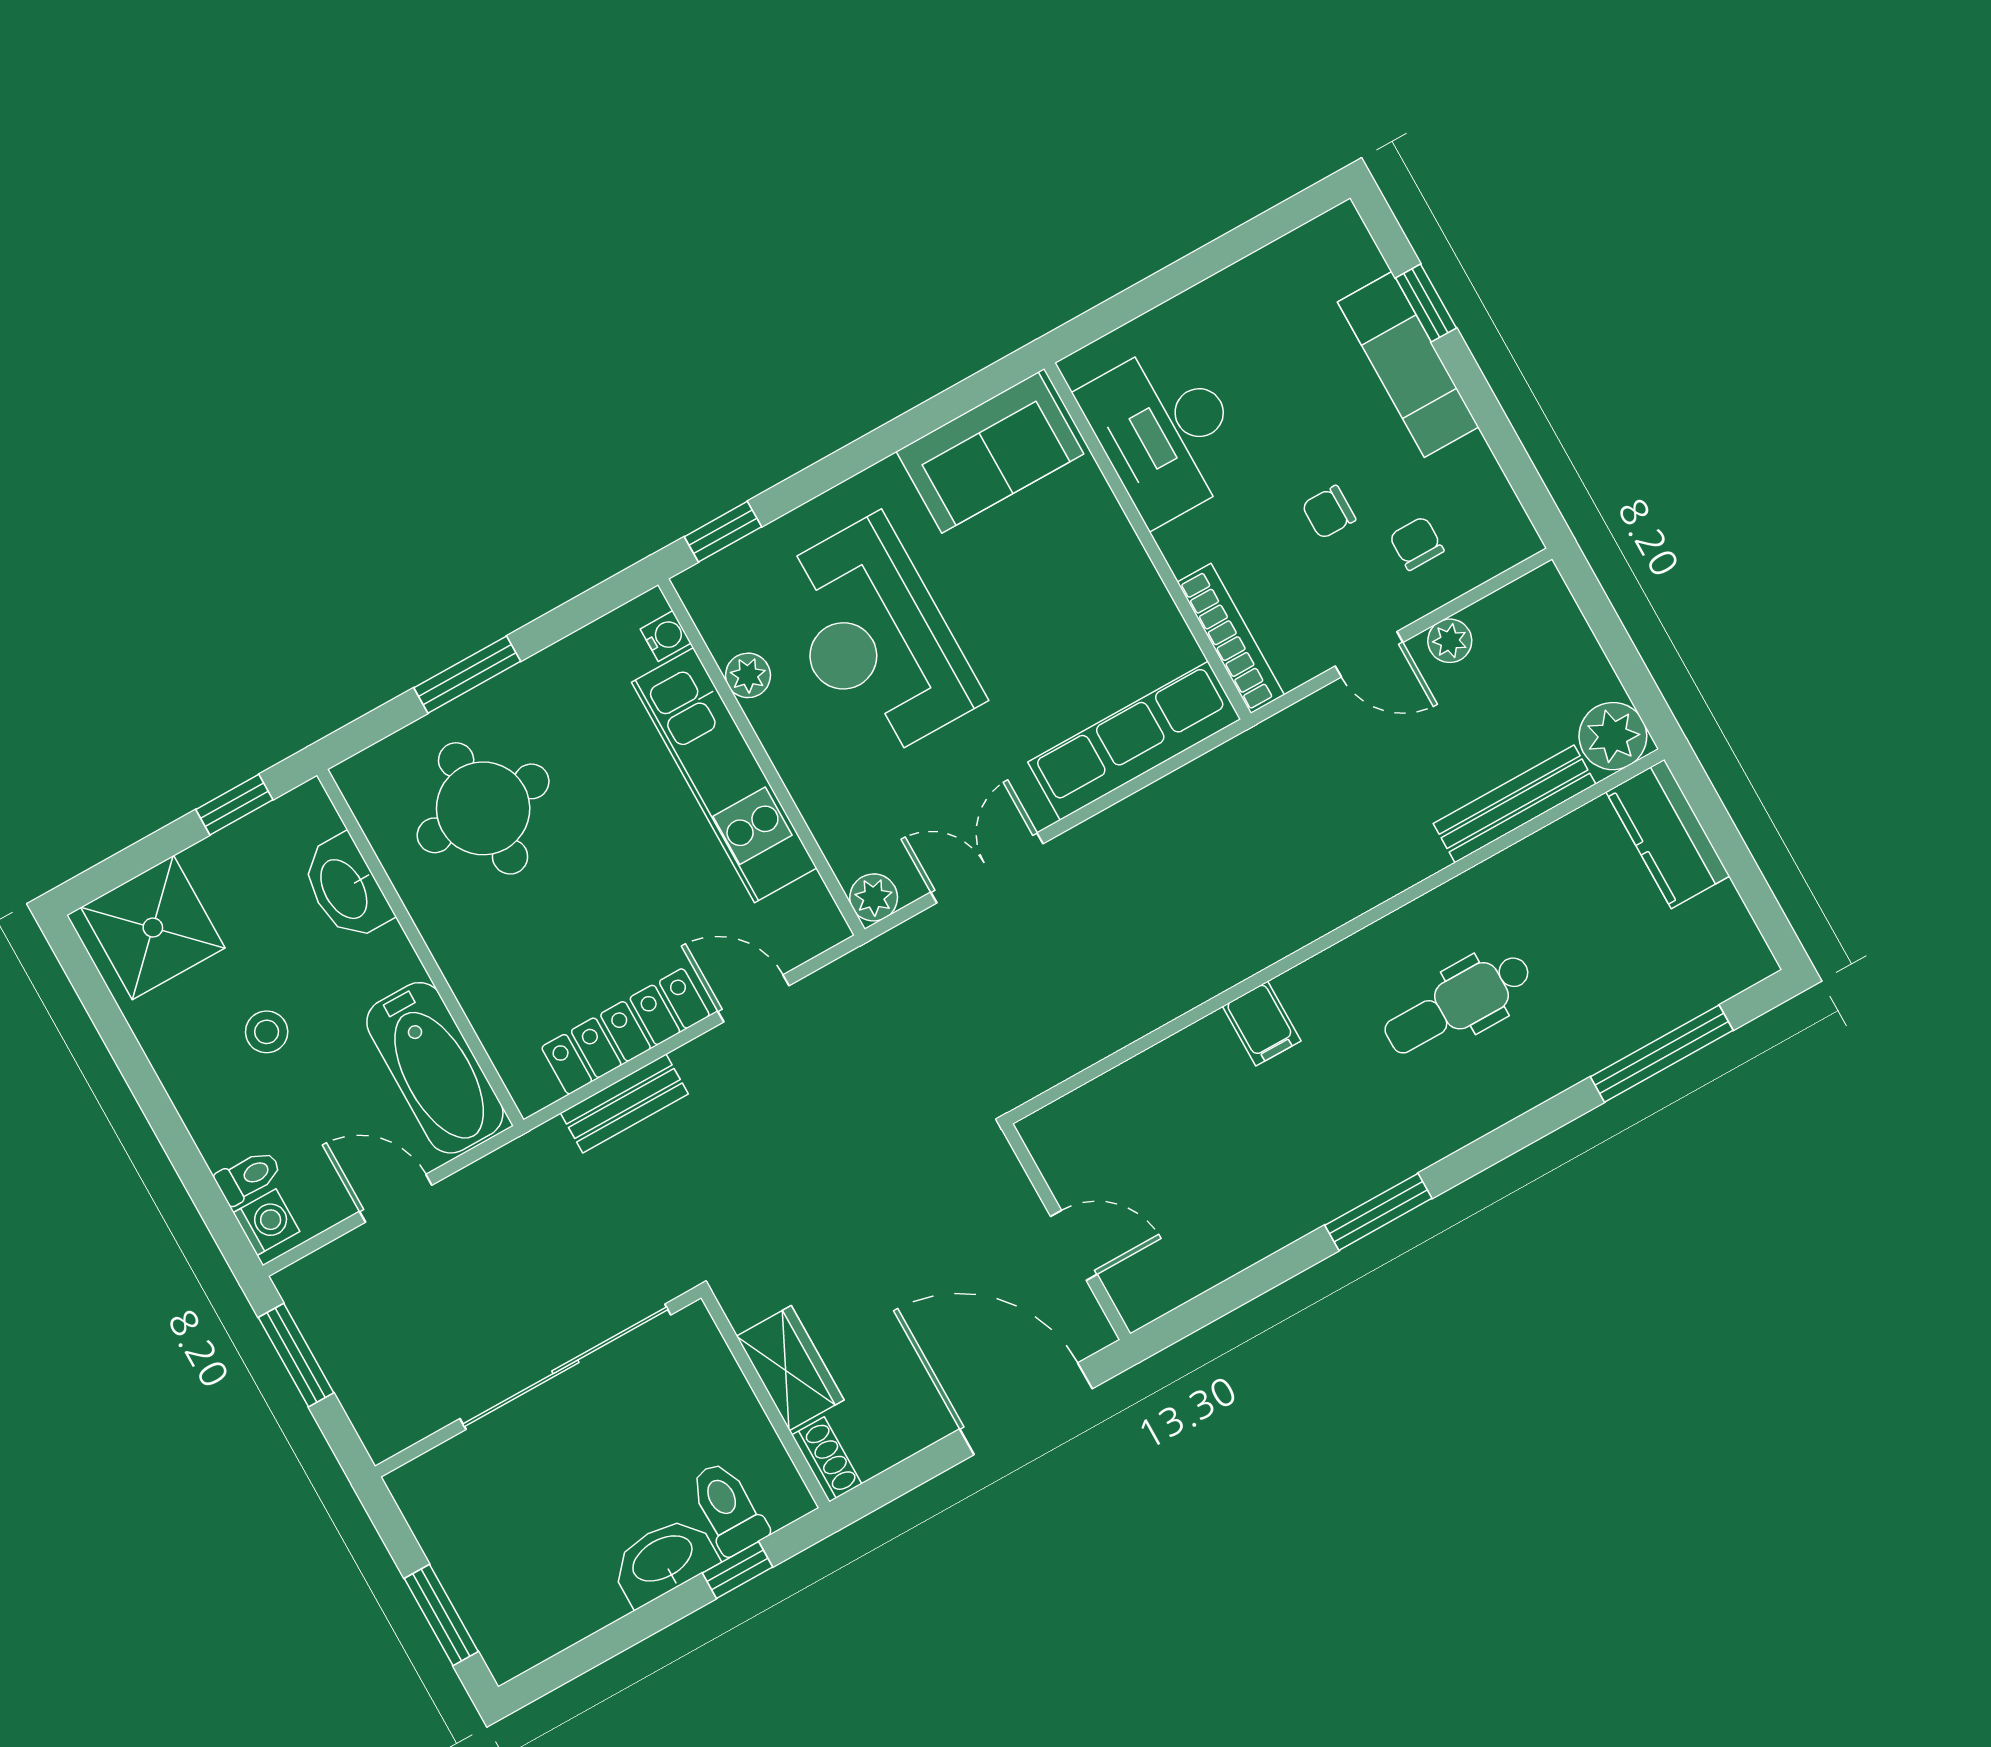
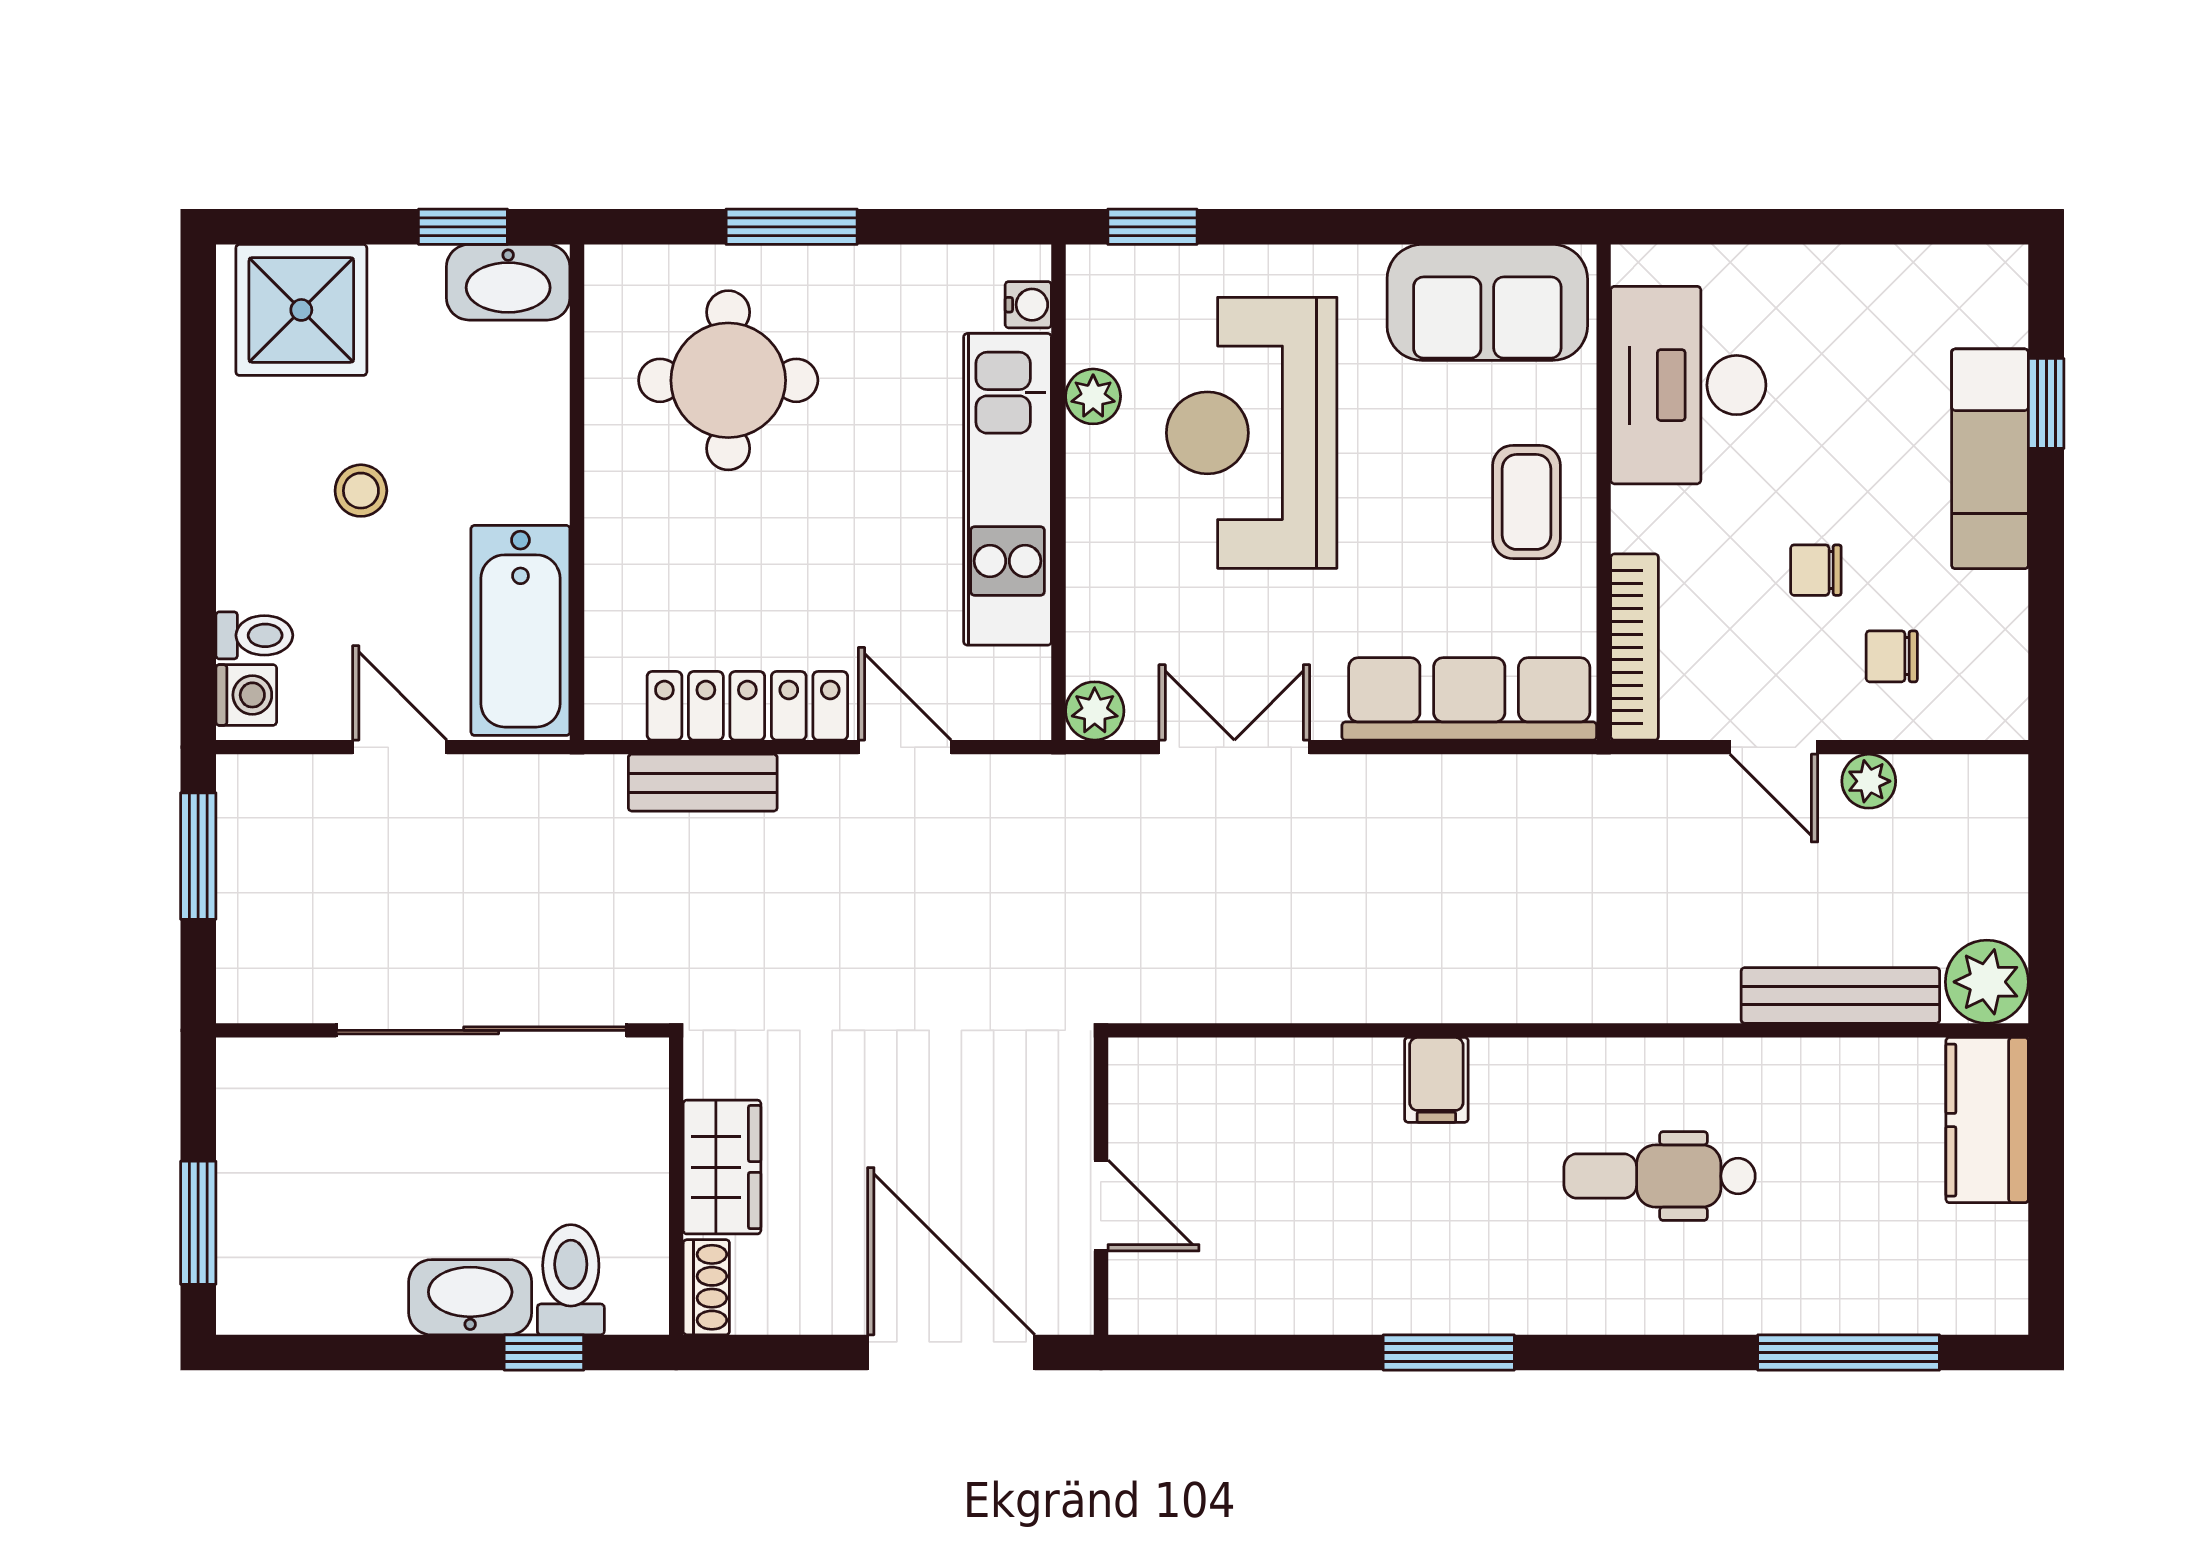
chair: (1417, 543) -> (1892, 656), turned -90
coffee table: (1097, 578) -> (1526, 502), added
washbasin: (345, 888) -> (508, 282), moved, turned -90

